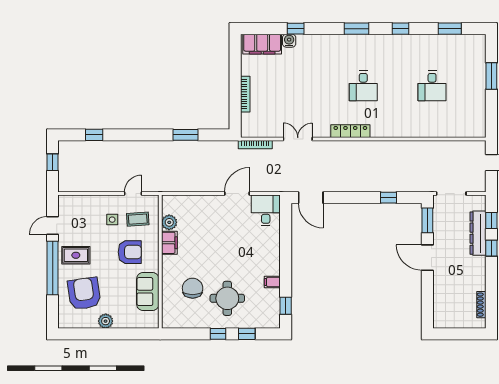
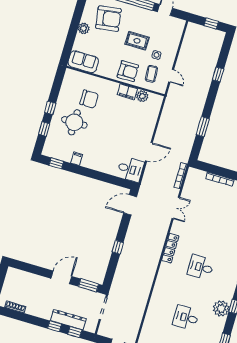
plant: (408, 45) -> (221, 309), added
window: (94, 135) -> (218, 74), moved
door: (237, 194) -> (149, 152), hinge flipped
window: (389, 198) -> (118, 247), moved
armchair: (130, 252) -> (128, 71), moved, turned -90
rug: (76, 255) -> (137, 41), moved, turned 90
sofa: (148, 292) -> (83, 62), moved

